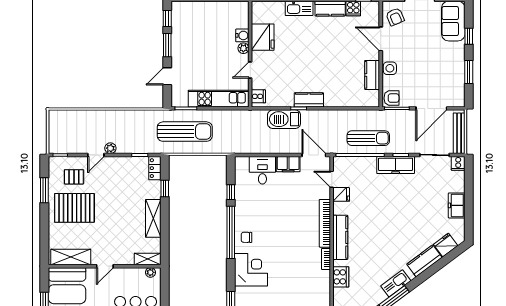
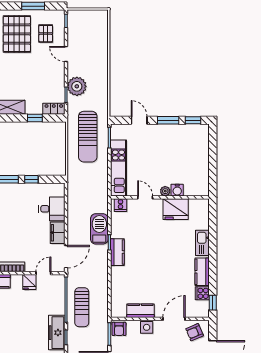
plant: (110, 148) -> (77, 86), moved, width x1.87, depth x1.87

